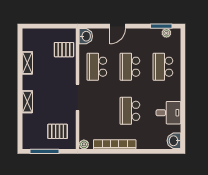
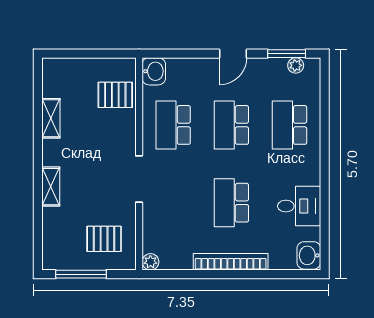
door: (118, 26) -> (233, 54), moved
bookcase: (115, 144) -> (231, 262), moved

